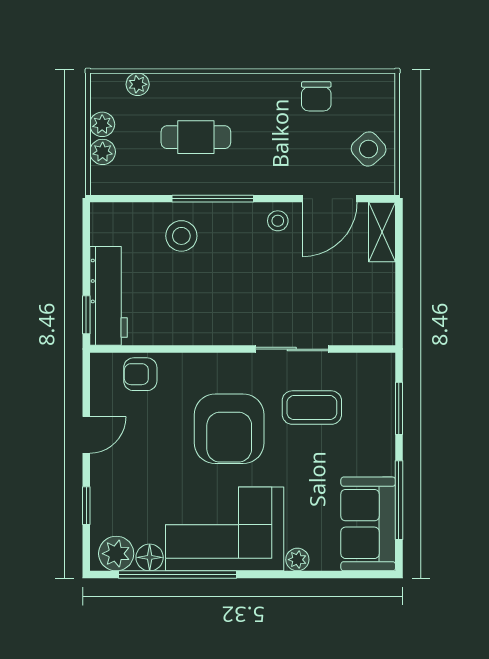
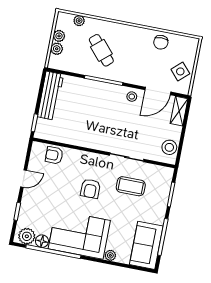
cafe table: (196, 137) -> (101, 50), turned 49
stool: (181, 236) -> (169, 147), moved
workbench: (108, 296) -> (50, 96), moved
armchair: (229, 429) -> (90, 189), width x0.53, depth x0.53

